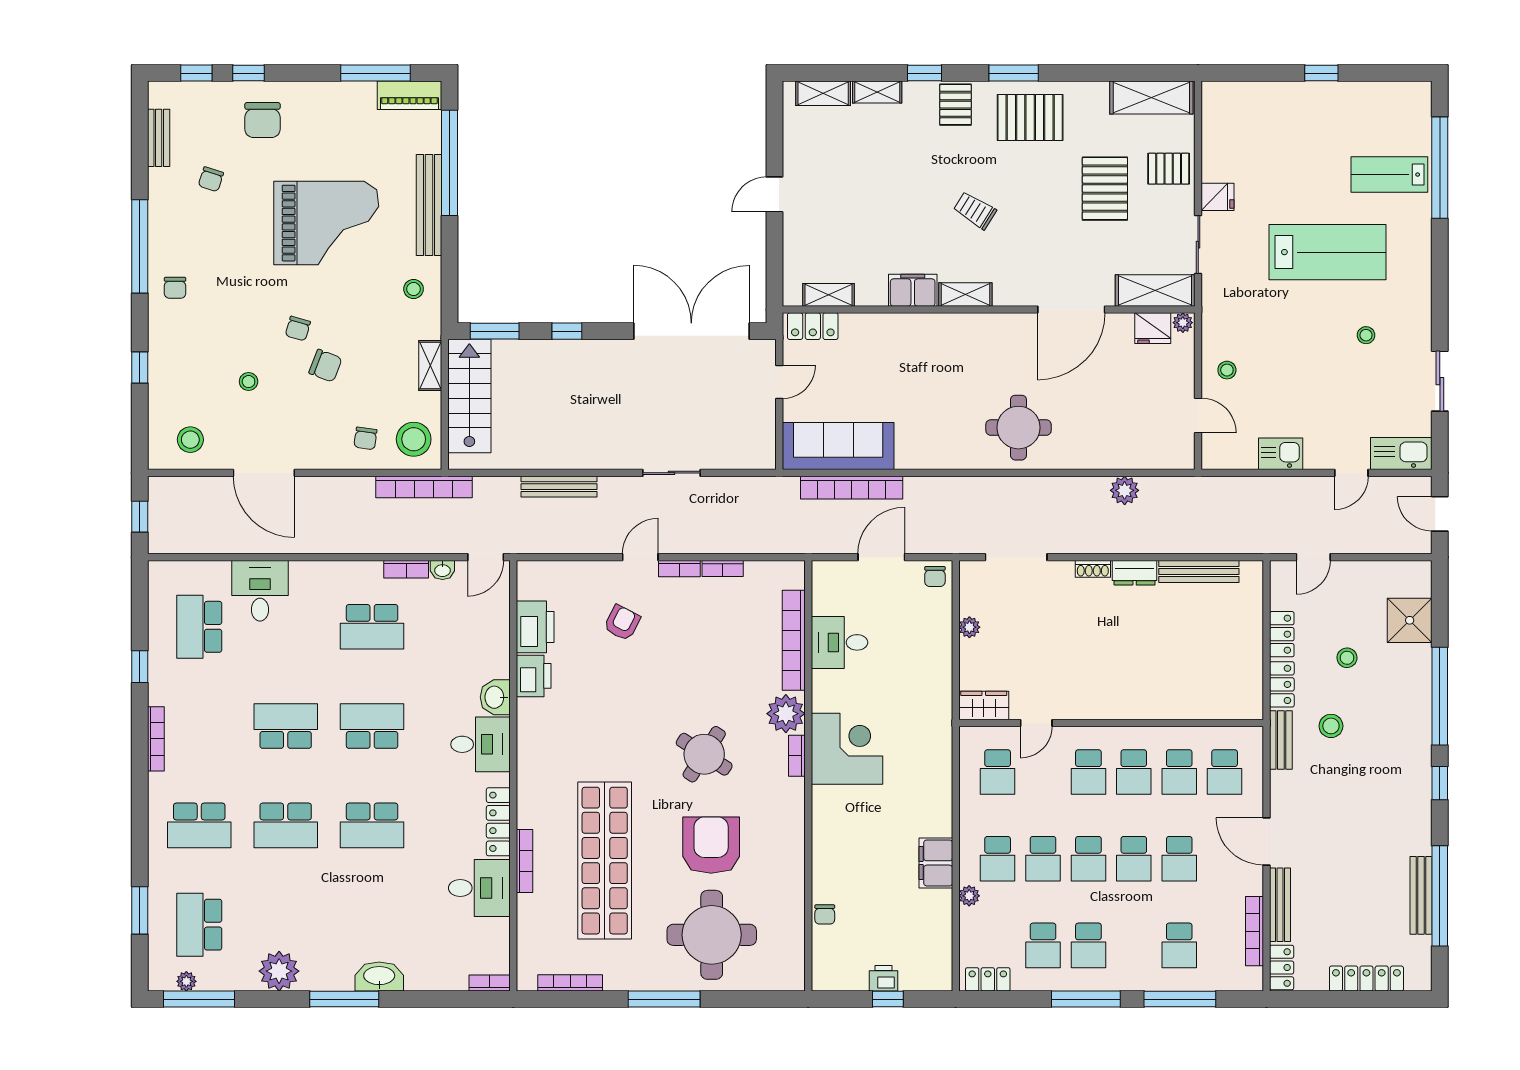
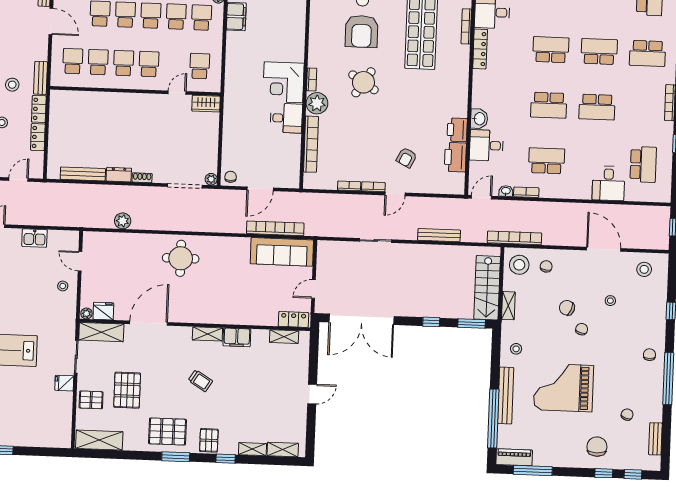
plant: (969, 627) -> (211, 179), moved
desk: (840, 642) -> (286, 118), moved
desk: (480, 744) -> (486, 145), moved
school desk: (199, 825) -> (647, 53), turned 180

